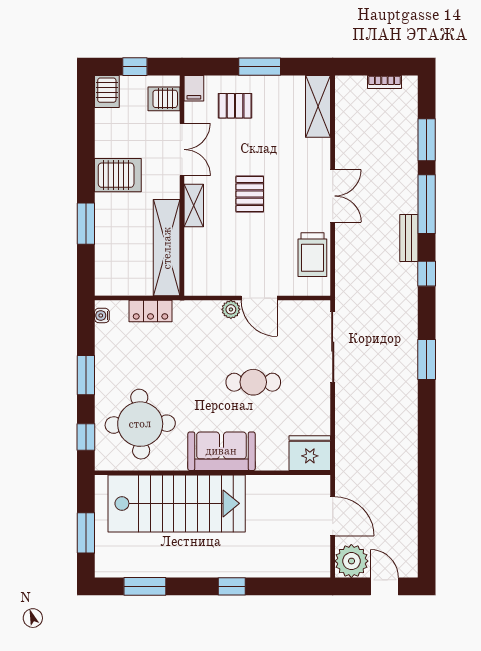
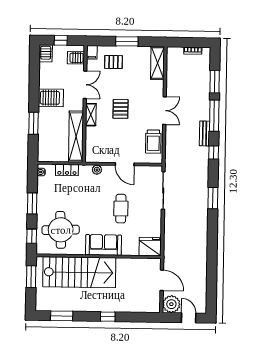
plant: (231, 309) -> (97, 170), moved
cafe table: (253, 382) -> (121, 209), turned 90
window: (86, 533) -> (31, 277), moved

